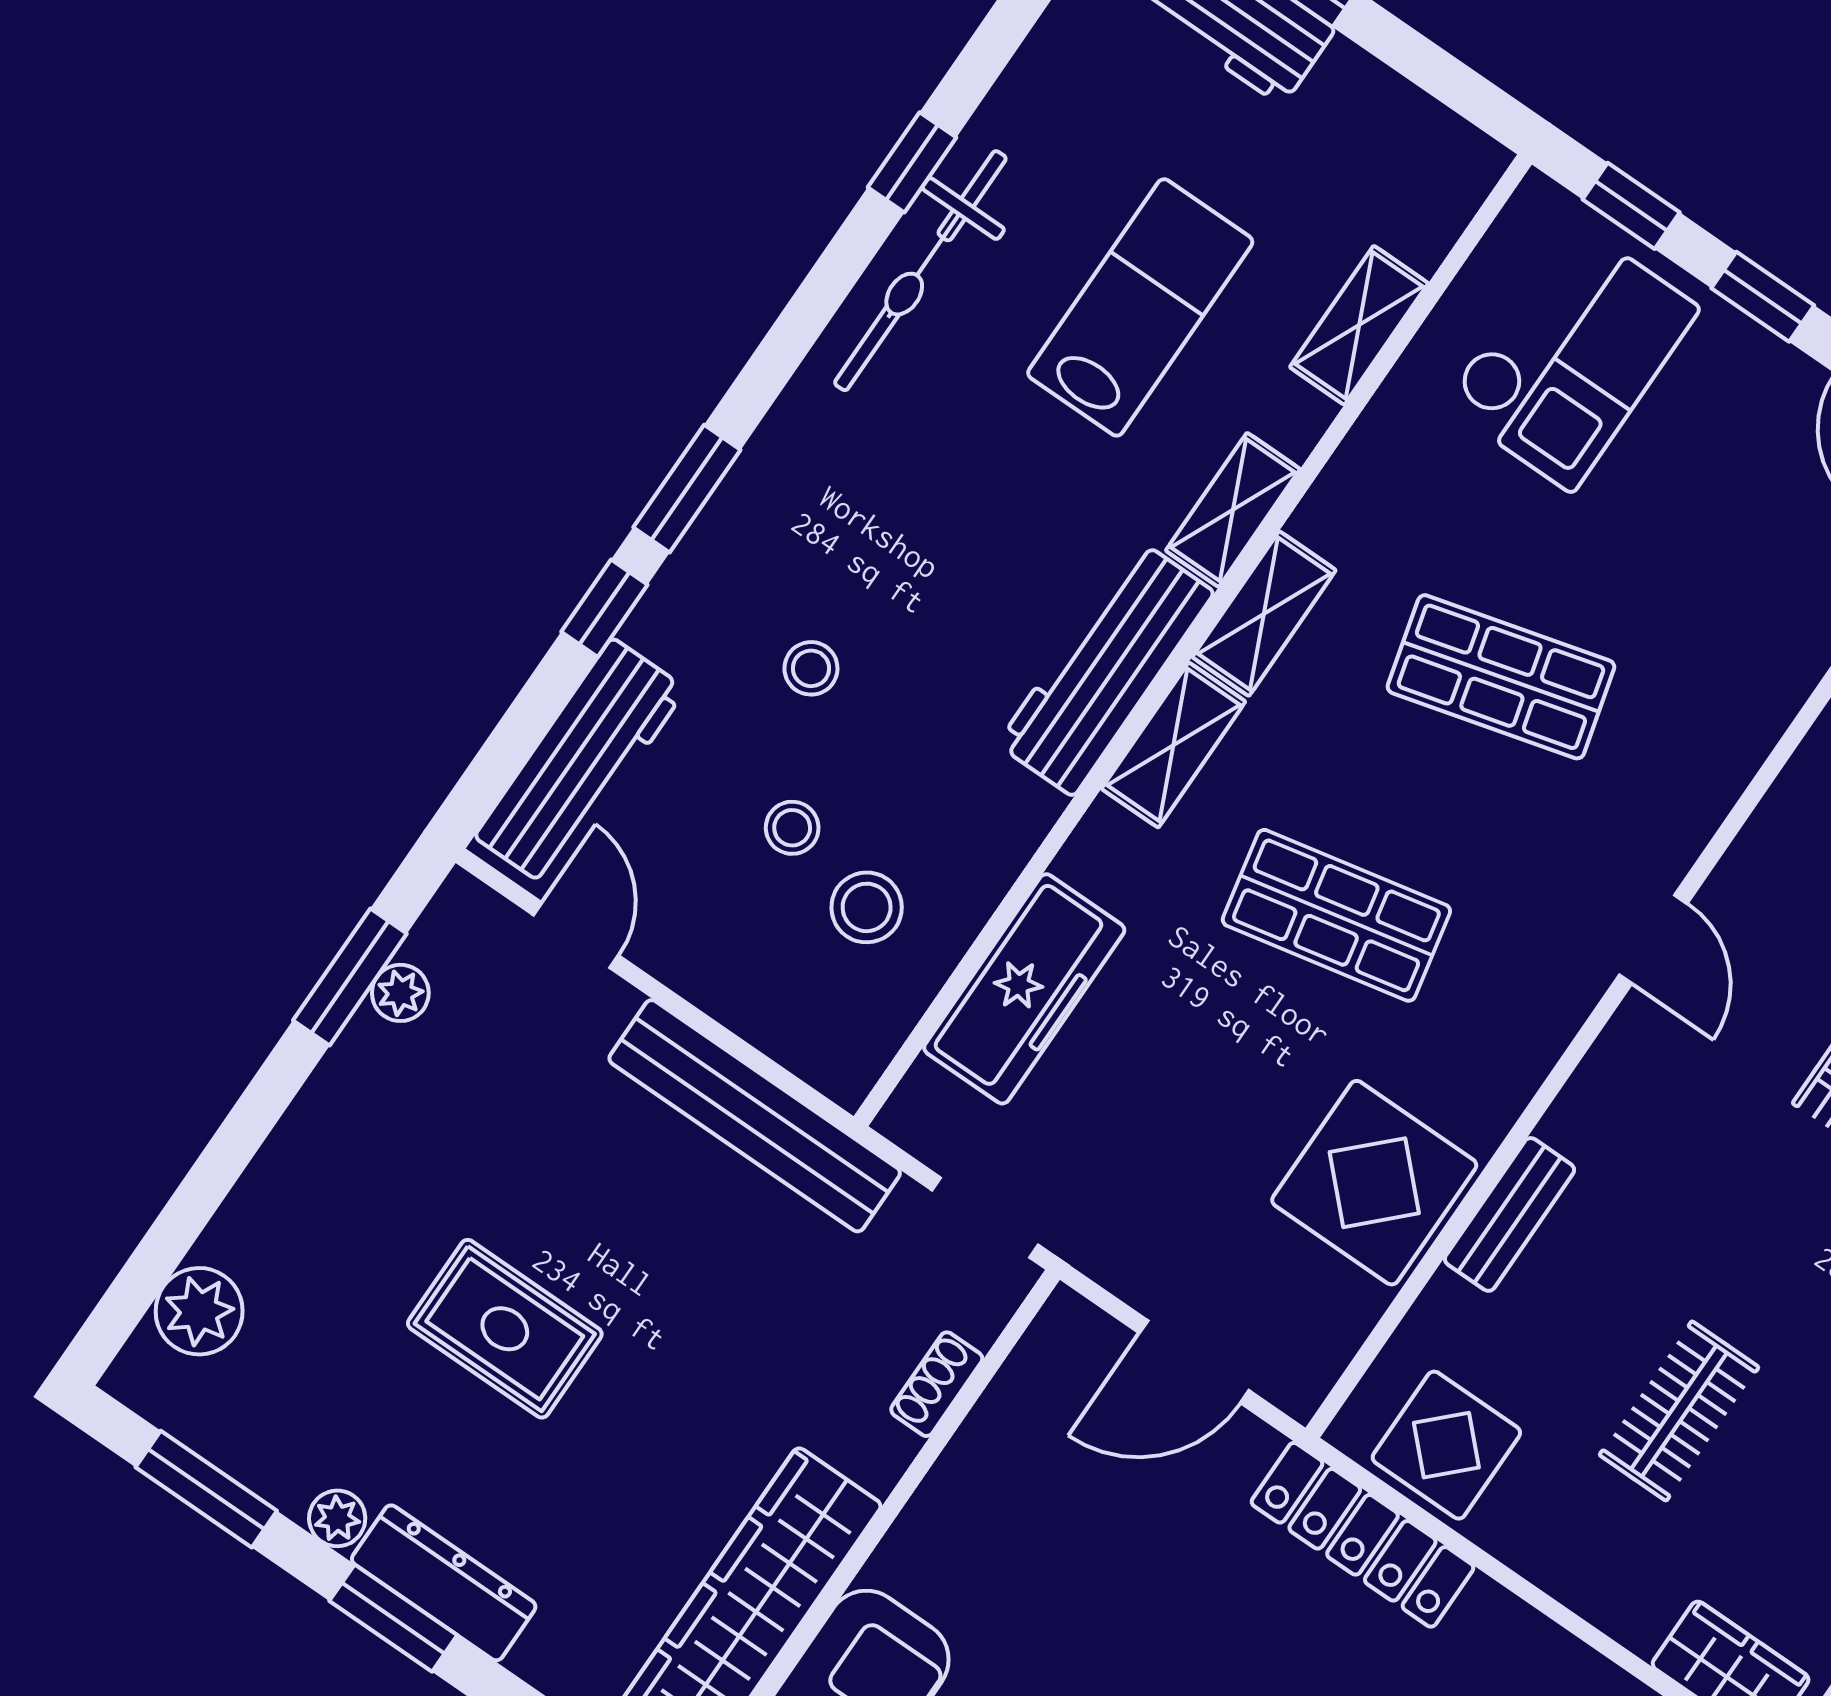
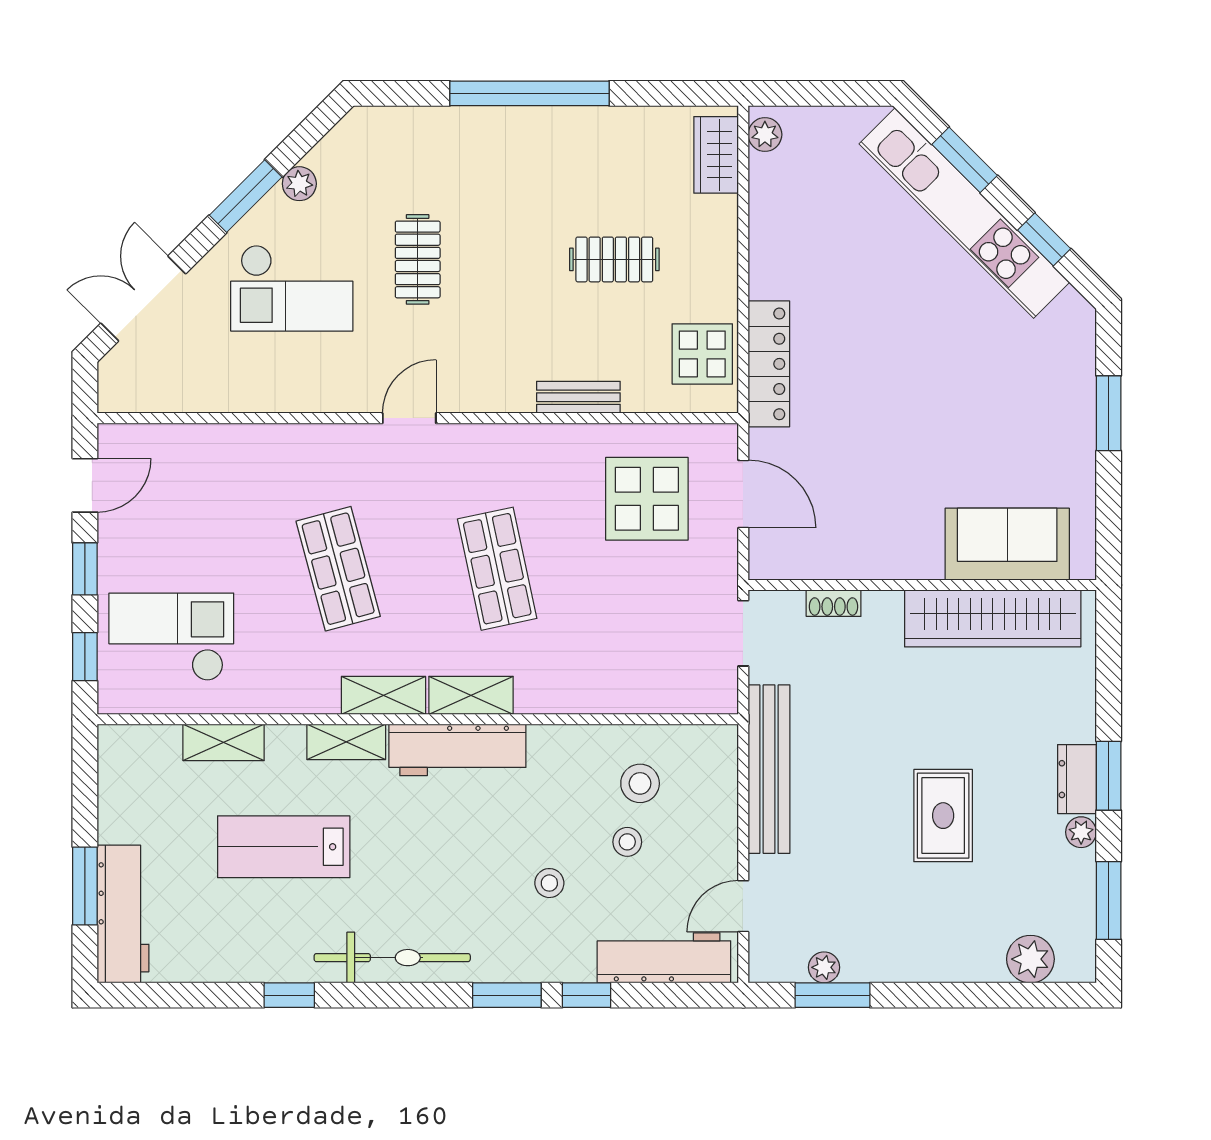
bicycle: (920, 271) -> (392, 958), moved
freezer: (1024, 989) -> (628, 687), removed
display table: (1374, 1183) -> (647, 499), moved
dresser: (444, 1583) -> (1077, 779), width x0.70

